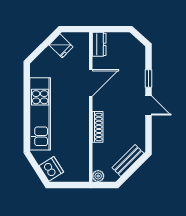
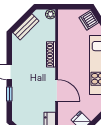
door: (91, 83) -> (57, 90), swing flipped

